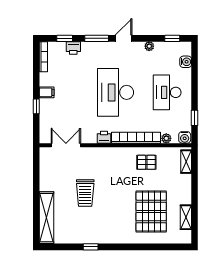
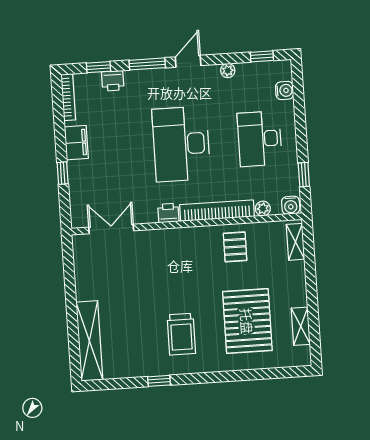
filing cabinet: (47, 92) -> (76, 143), width x2.00
pallet: (146, 162) -> (235, 247), turned 90
trolley: (85, 193) -> (181, 334), moved

